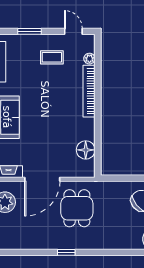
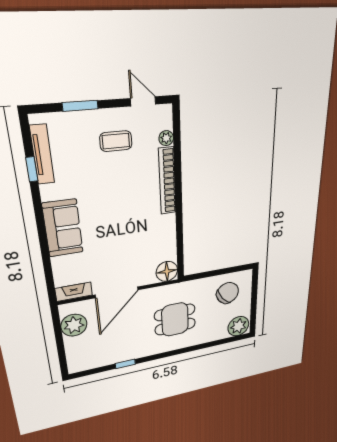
floor lamp: (86, 150) -> (167, 271), moved
dining table: (77, 208) -> (175, 319), moved, turned 90
window: (66, 252) -> (125, 364), moved

